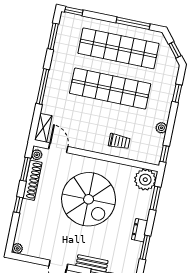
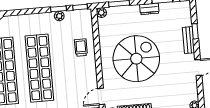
window: (177, 93) -> (58, 9), moved
plant: (145, 180) -> (101, 13), width x0.53, depth x0.53

